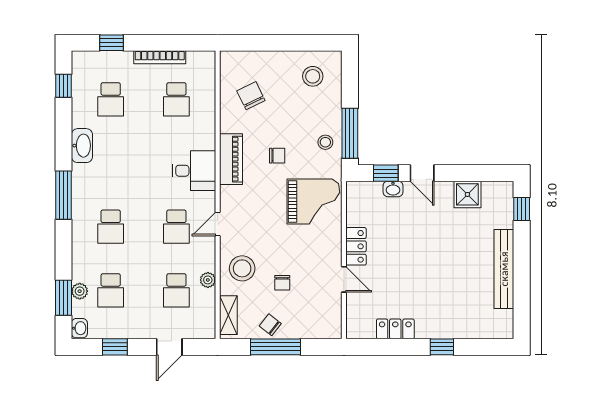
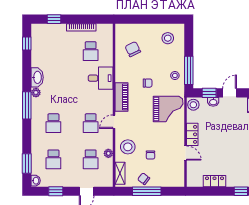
school desk: (111, 99) -> (53, 51), removed
piano: (231, 159) -> (121, 97), moved
desk: (194, 171) -> (101, 78), moved
door: (422, 173) -> (230, 93), swing flipped
stool: (358, 194) -> (193, 105), added
plant: (80, 291) -> (36, 93), moved

